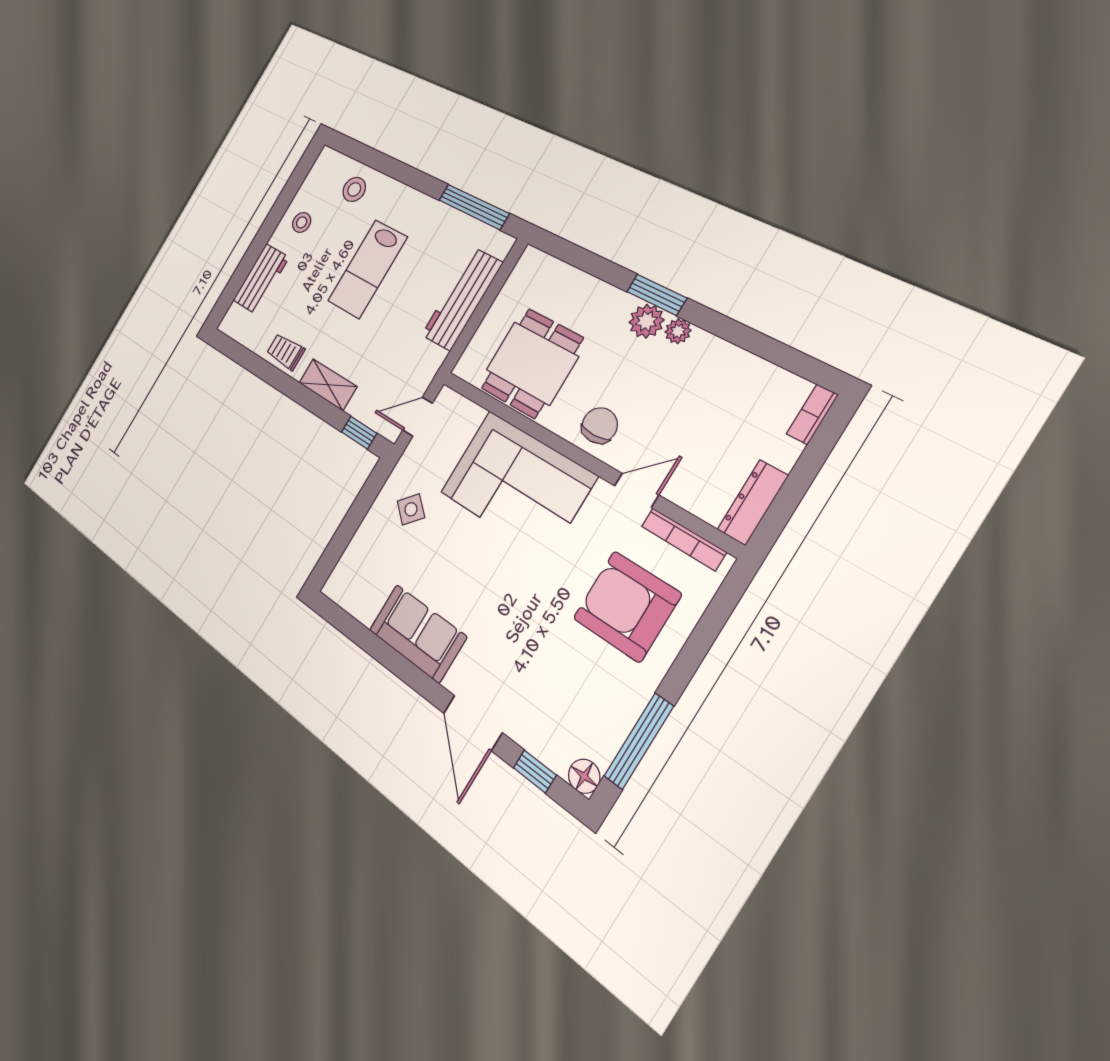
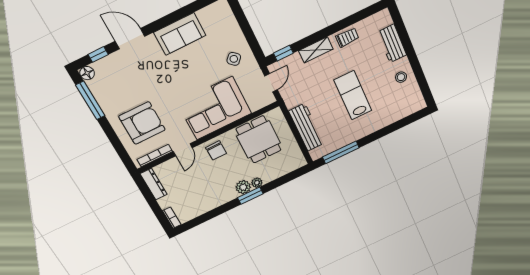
stool: (354, 189) -> (394, 109), removed
plant: (678, 331) -> (257, 183), moved

